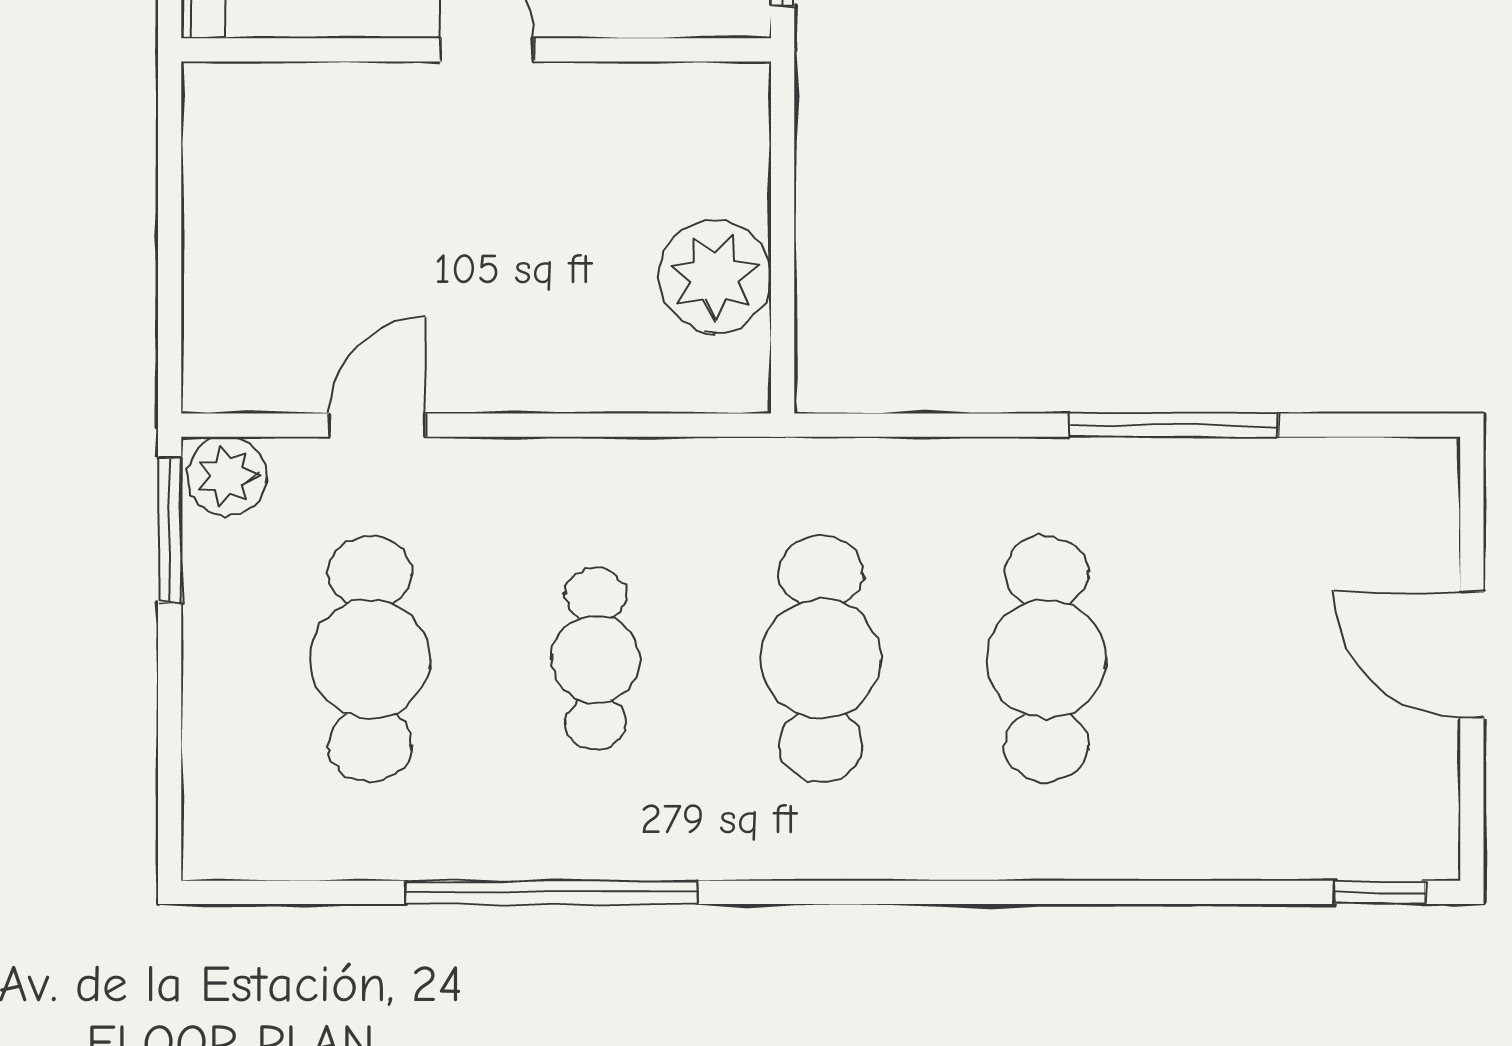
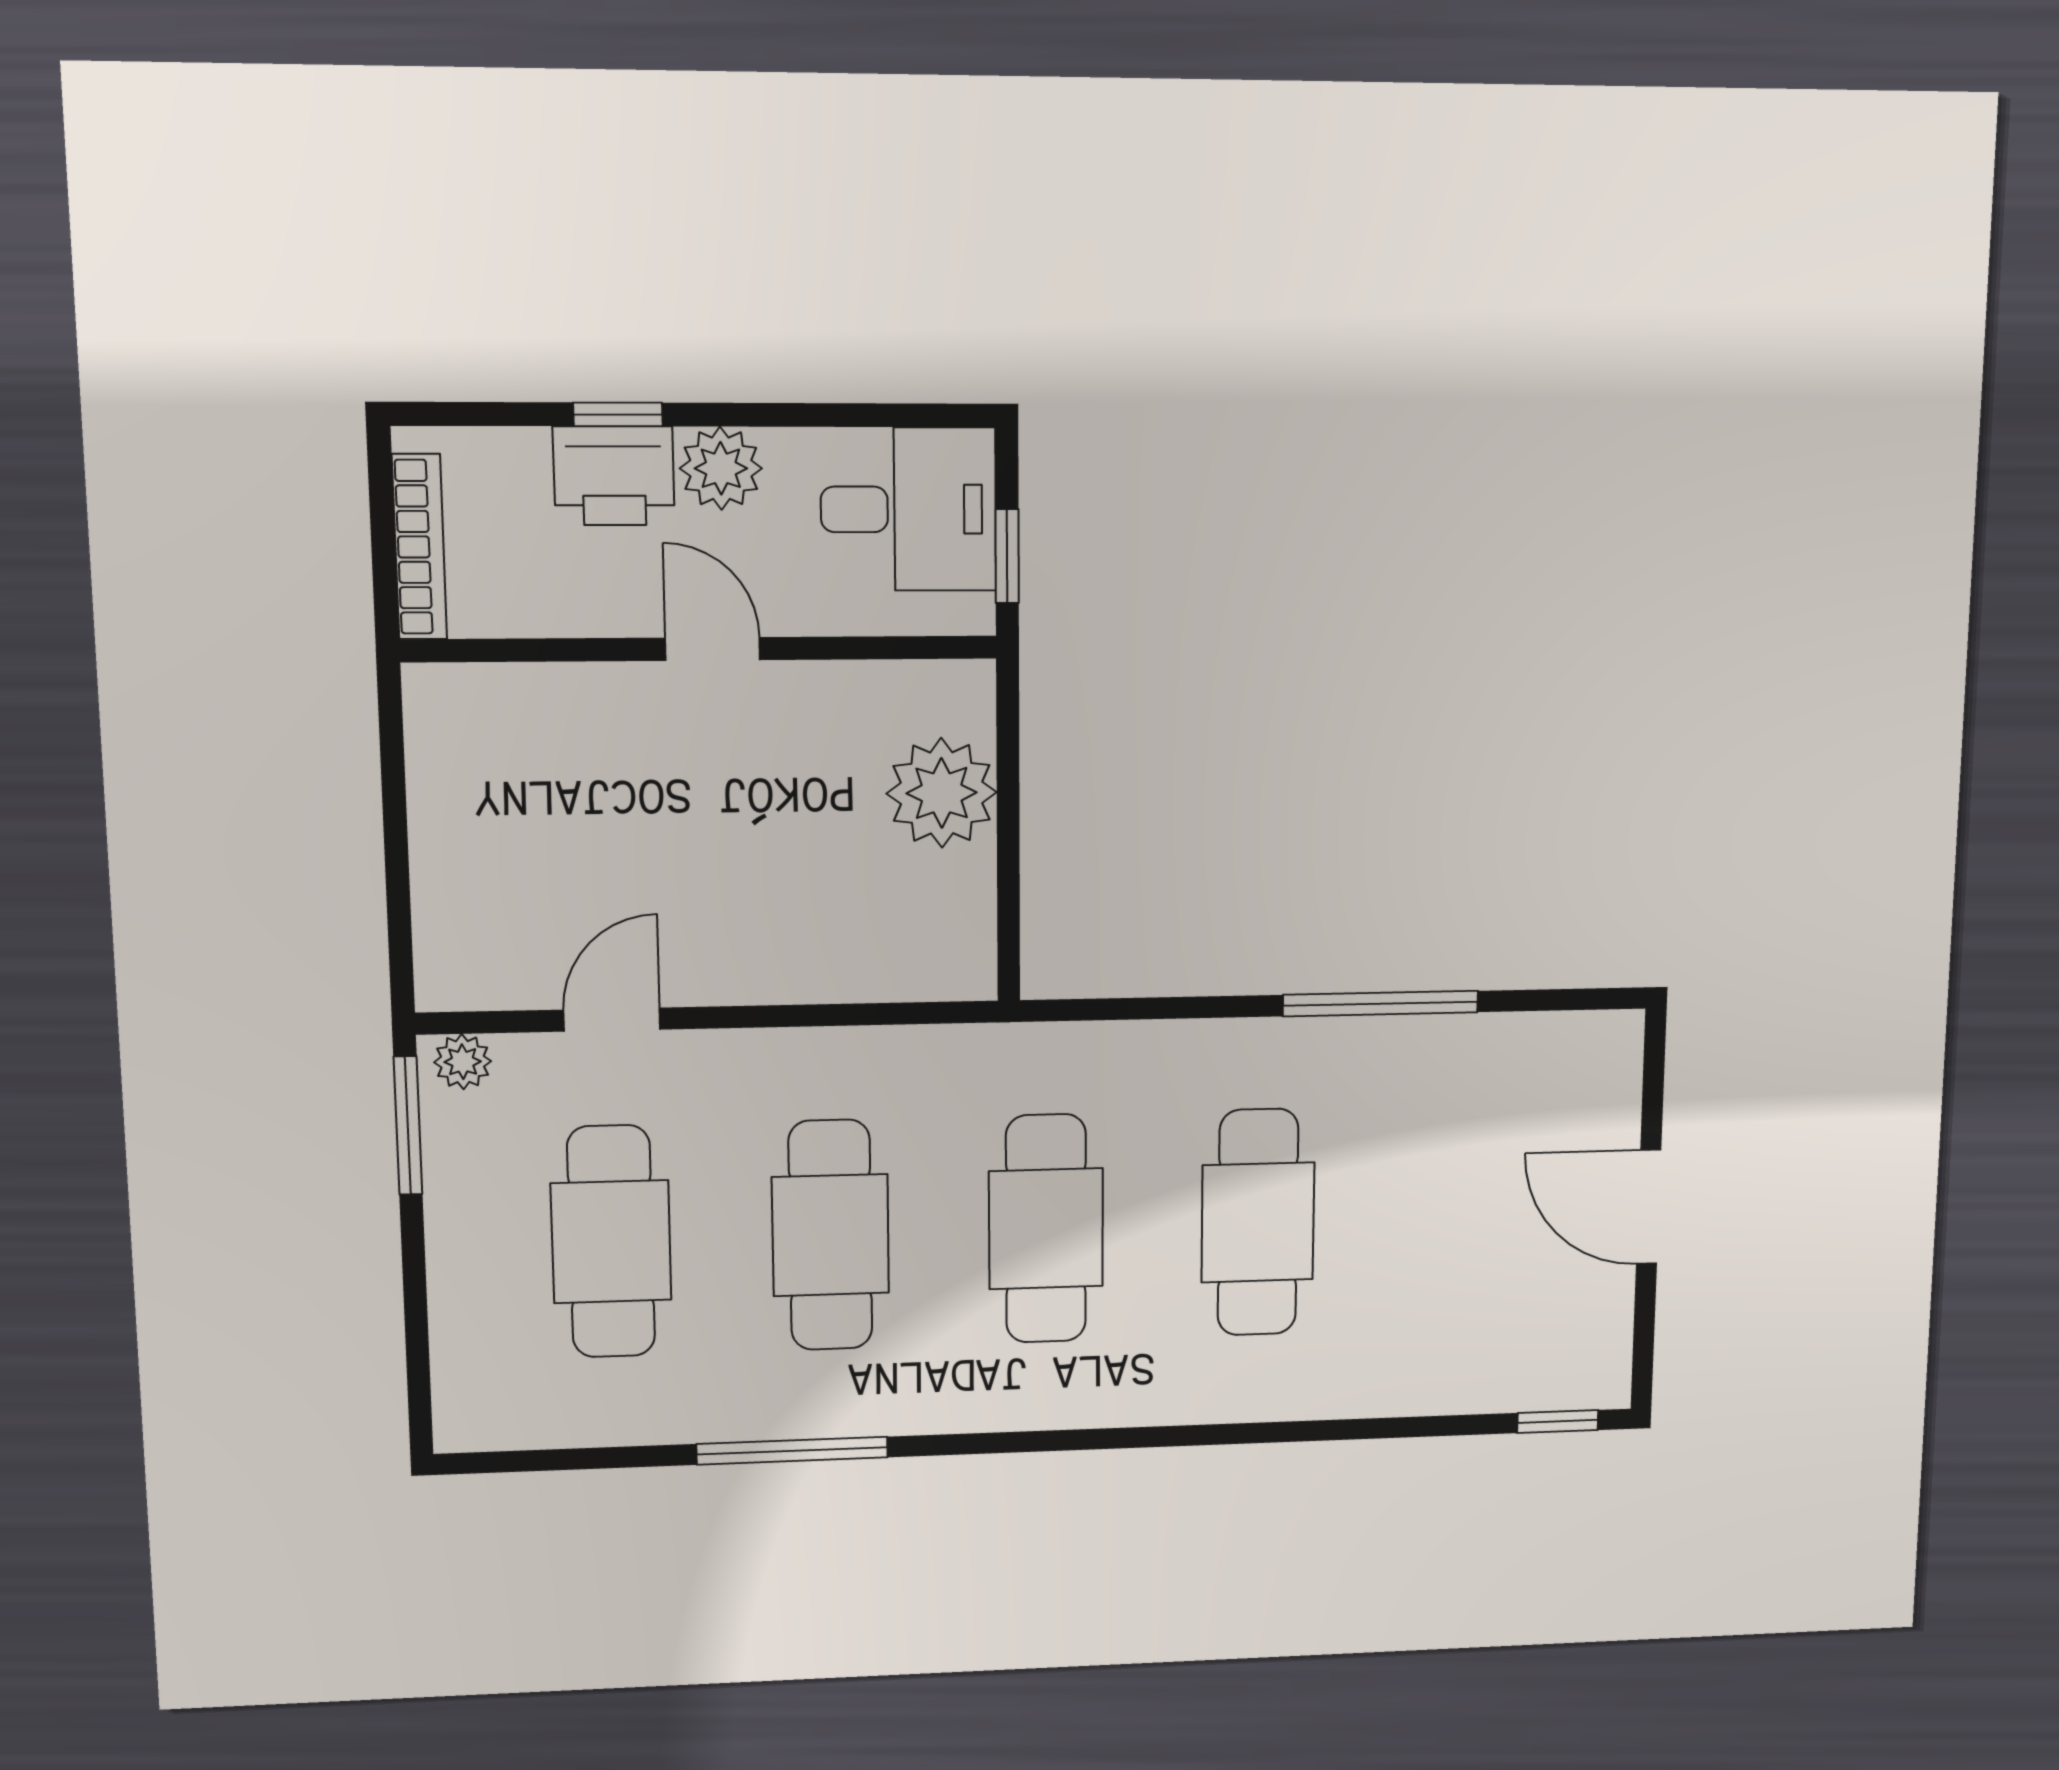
plant: (715, 277) -> (942, 793), moved
plant: (227, 476) -> (463, 1062), width x0.73, depth x0.73
cafe table: (595, 659) -> (830, 1235), width x1.37, depth x1.35
window: (552, 892) -> (792, 1451), width x0.68

